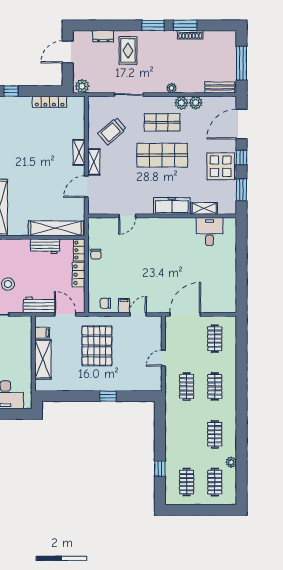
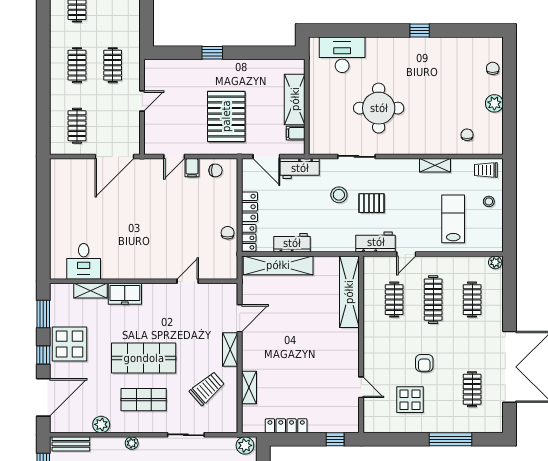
plant: (181, 103) -> (119, 424), removed
shelving: (79, 152) -> (249, 388), moved
freezer: (172, 206) -> (125, 294), width x0.71

